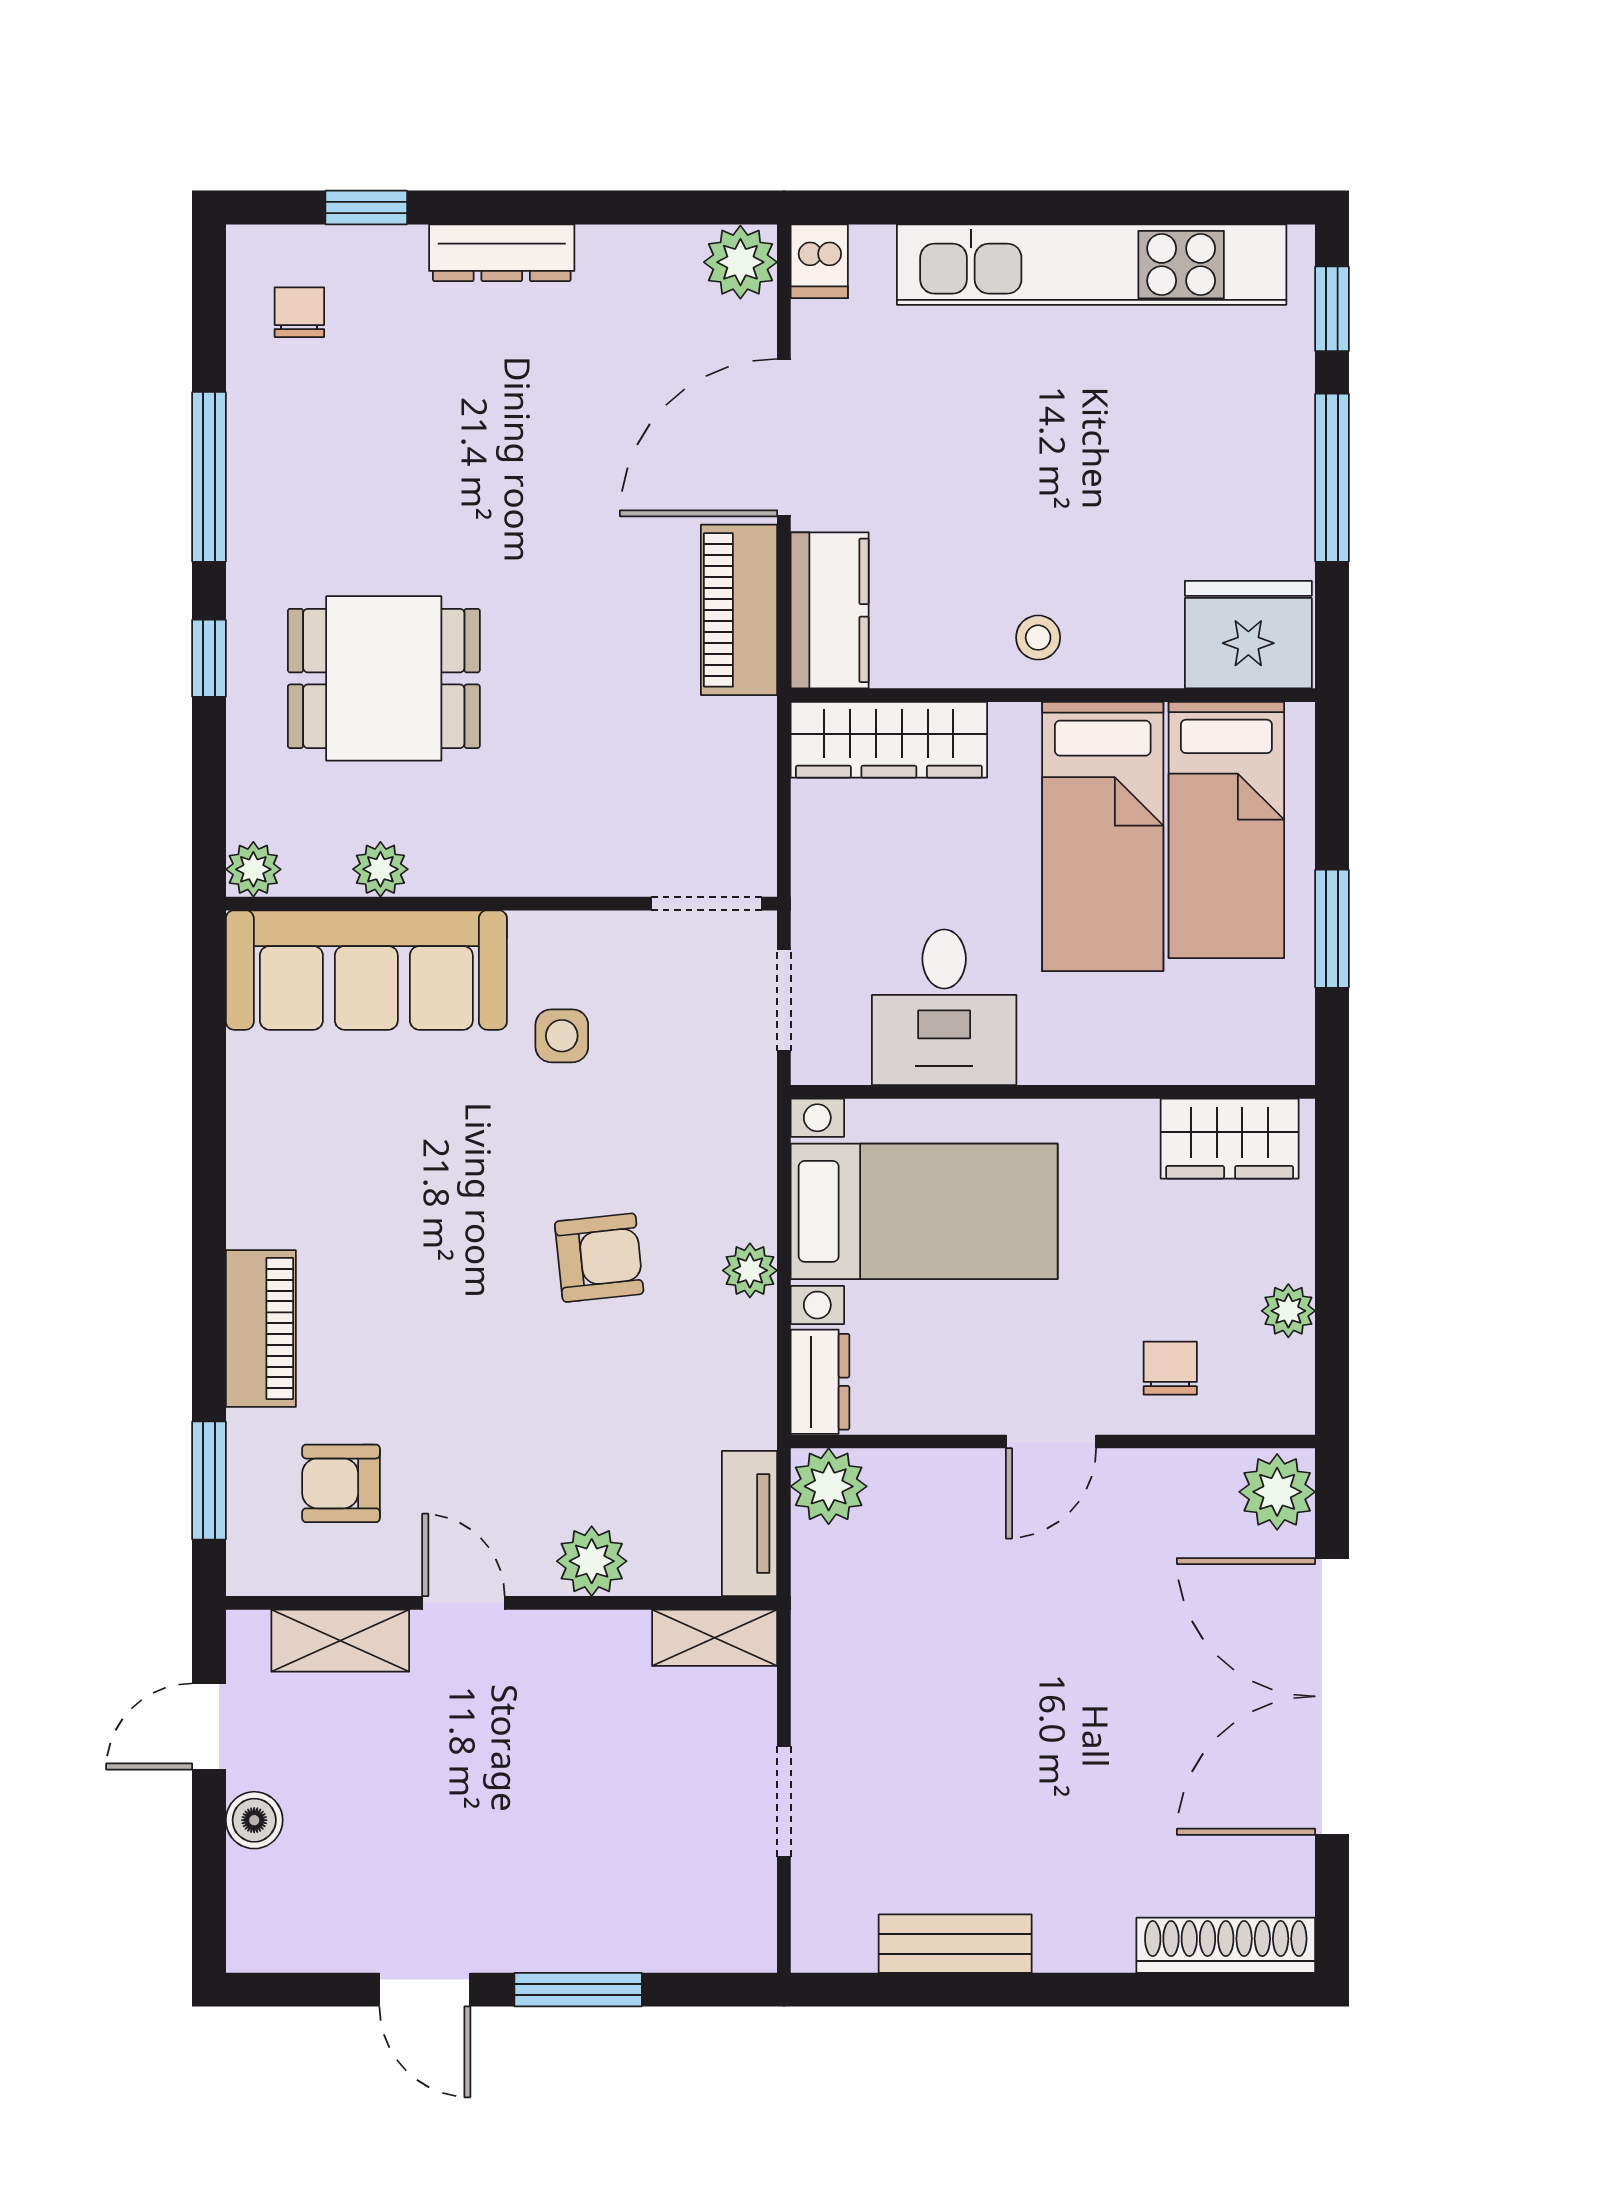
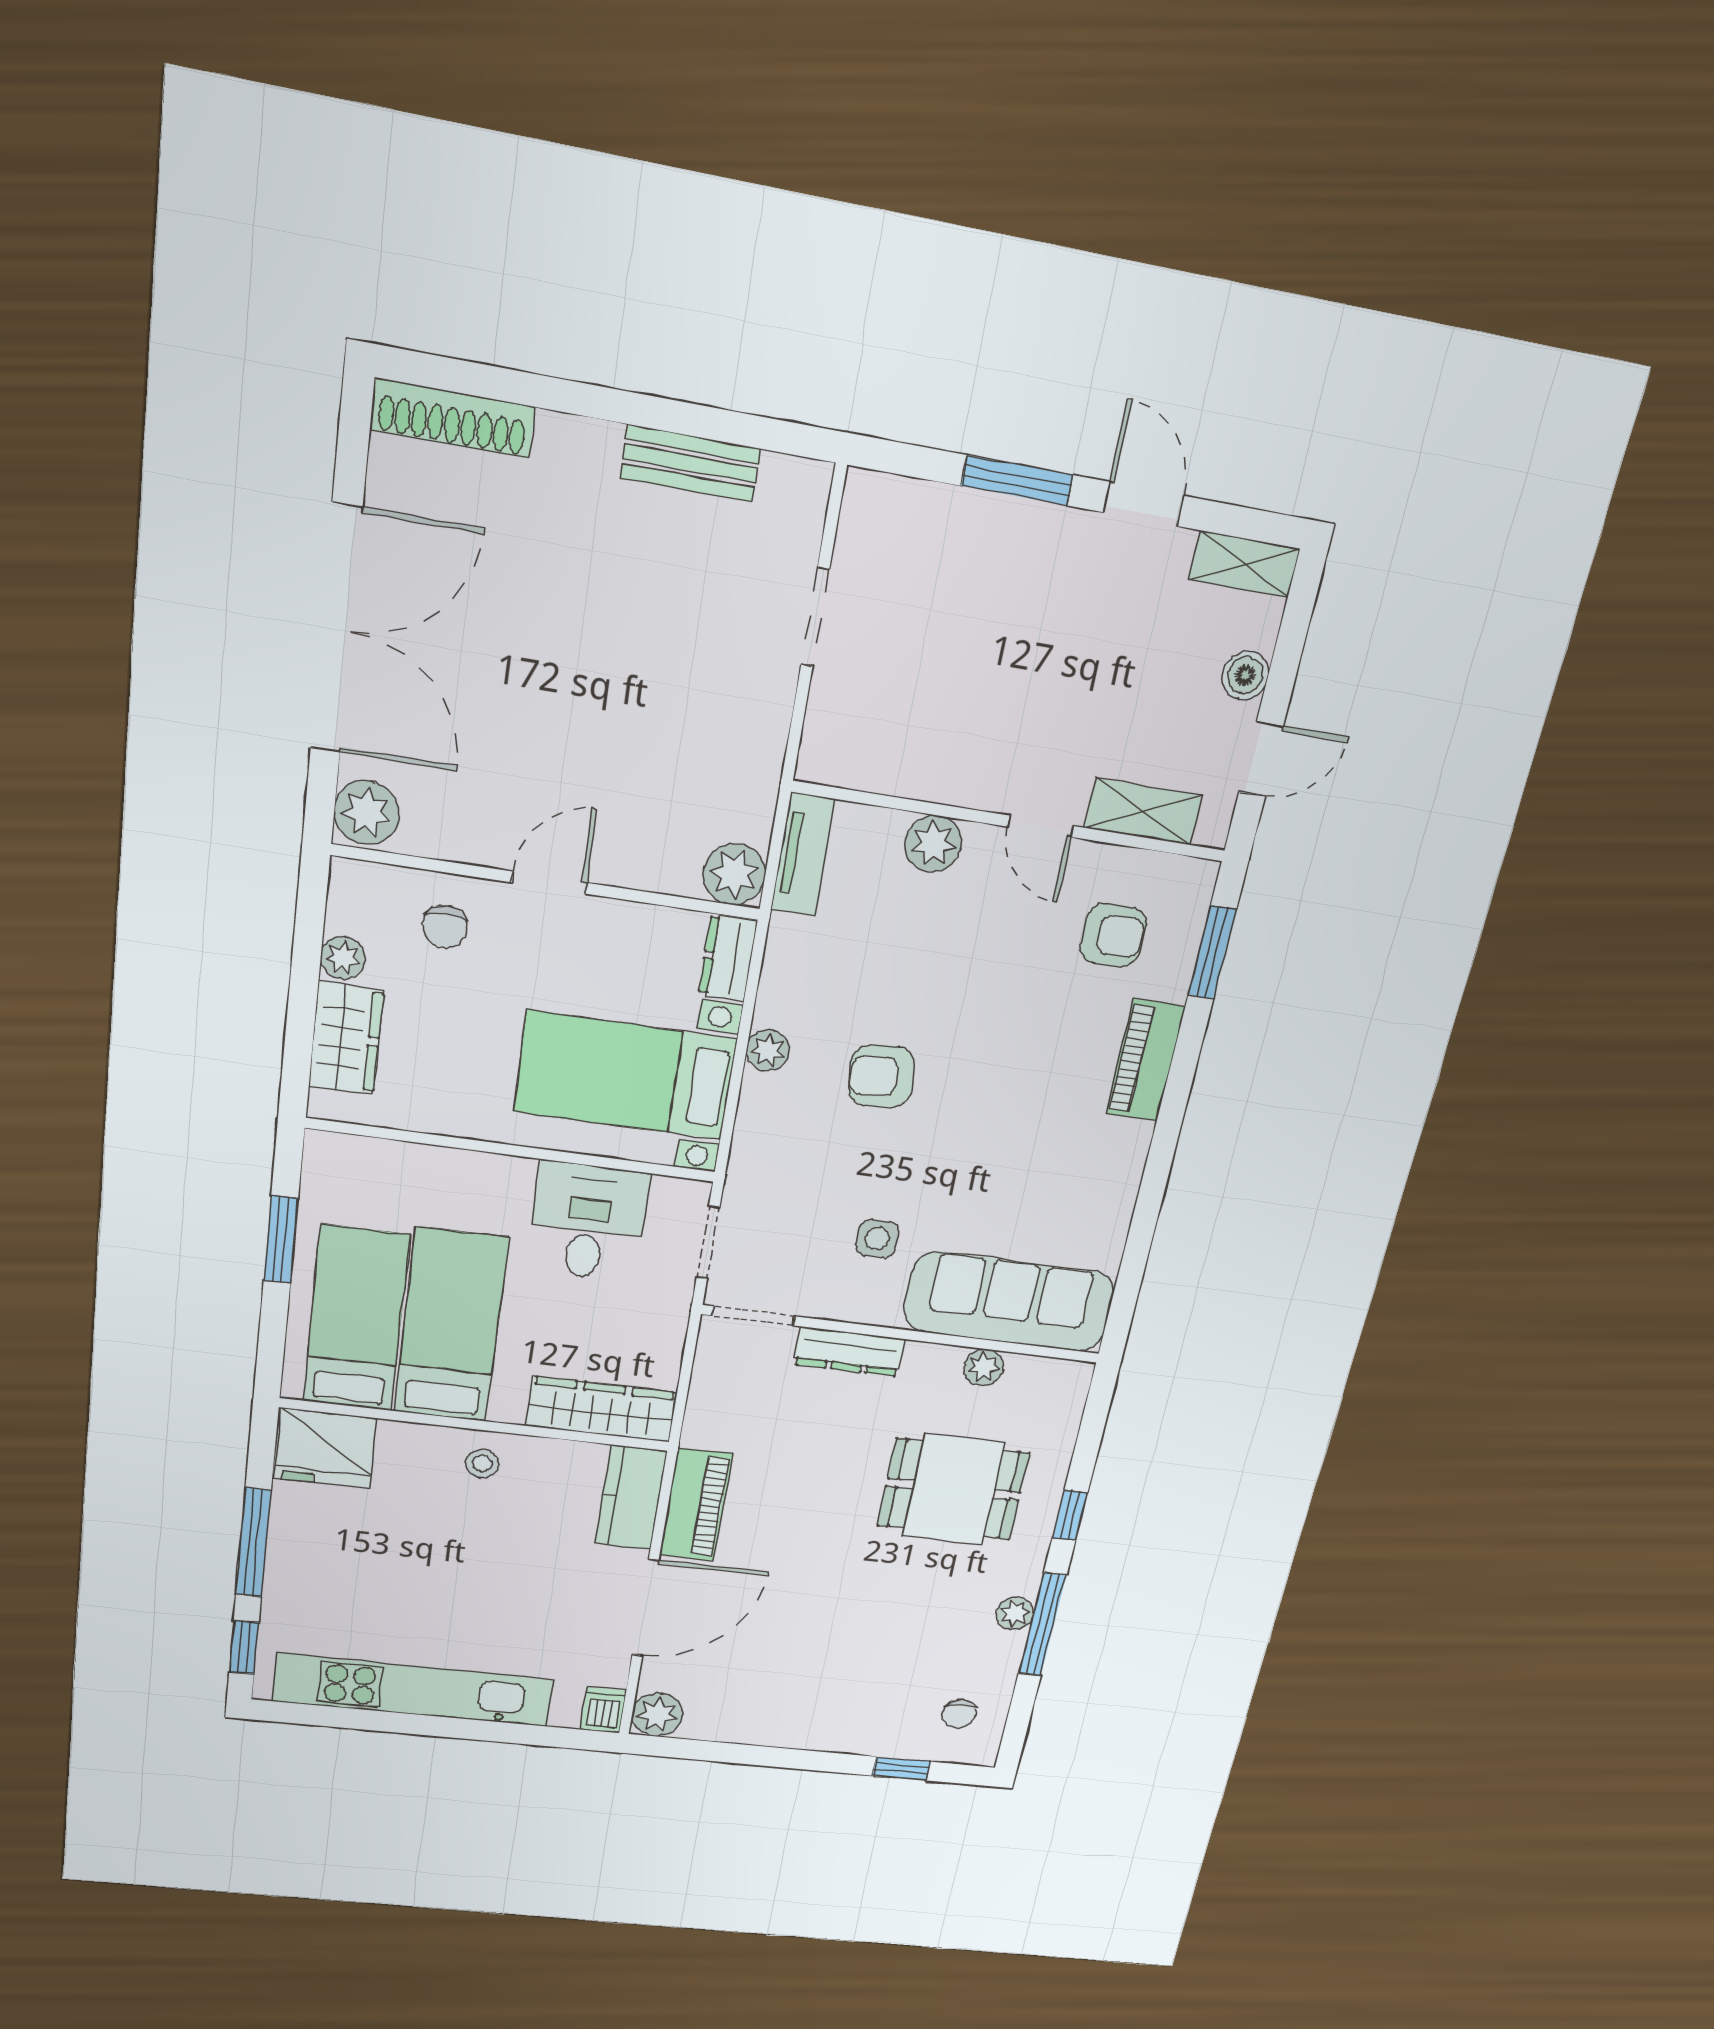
dresser: (502, 253) -> (849, 1352), moved, turned 180
plant: (253, 869) -> (1015, 1613), moved
wardrobe: (1230, 1139) -> (346, 1038), moved, turned 90
shelving: (715, 1638) -> (1244, 564), moved

